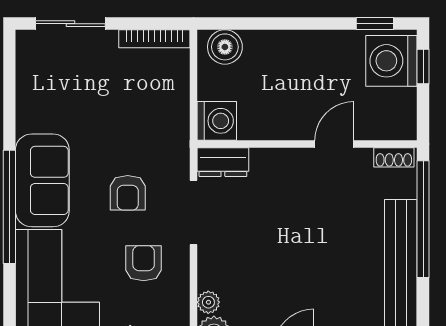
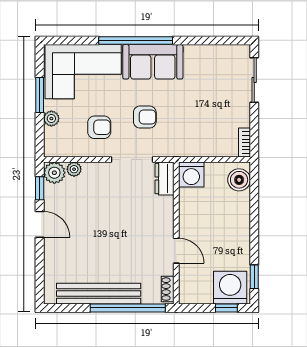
bookcase: (154, 39) -> (244, 143), width x0.64
armchair: (128, 193) -> (145, 117), turned 180

